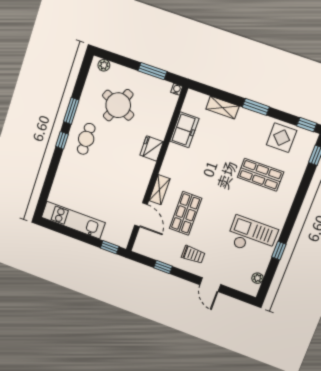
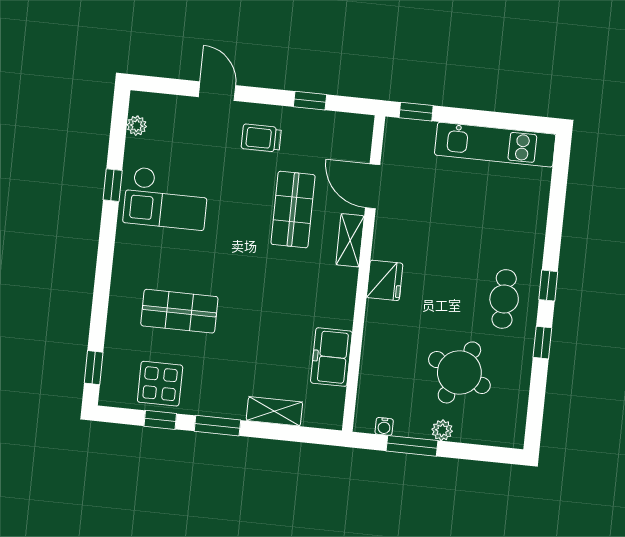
plant: (104, 65) -> (442, 430), moved
water cooler: (177, 89) -> (384, 426), moved
window: (71, 111) -> (542, 343), width x0.67
window: (307, 125) -> (160, 420), moved
fridge: (152, 148) -> (385, 280), moved

